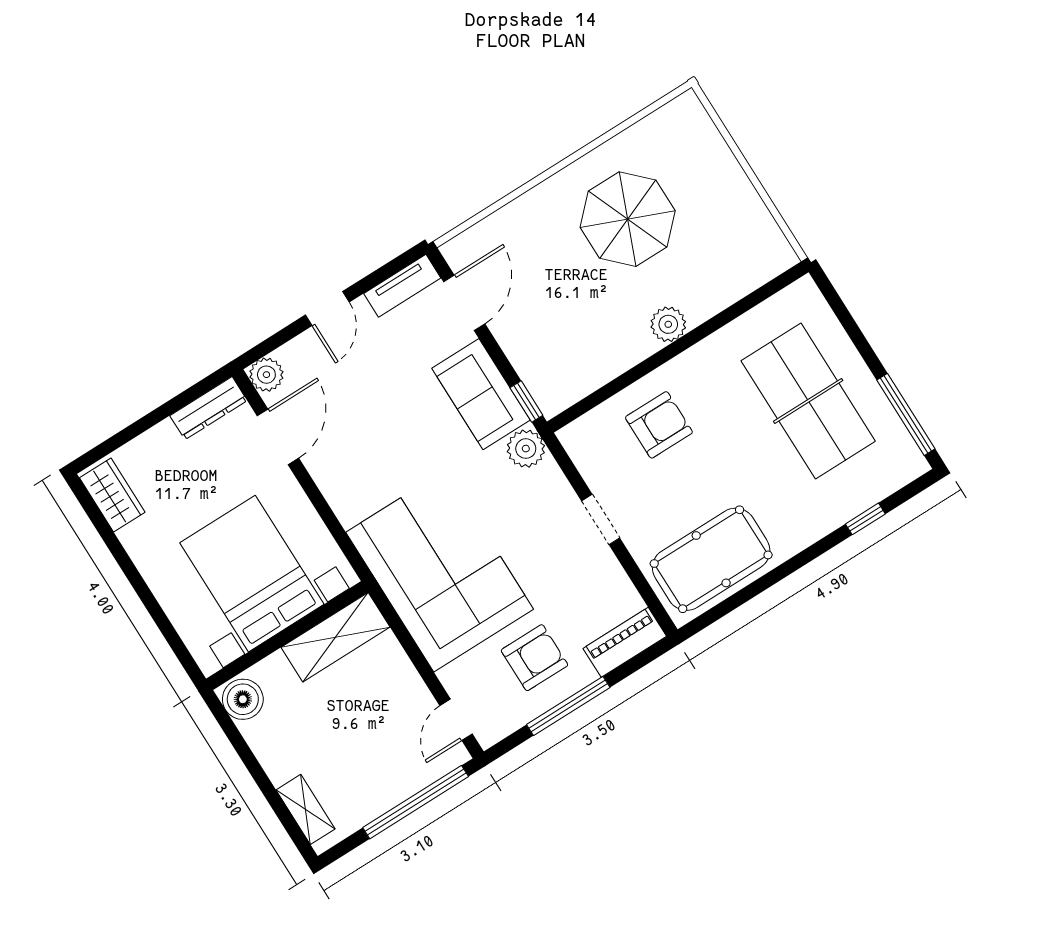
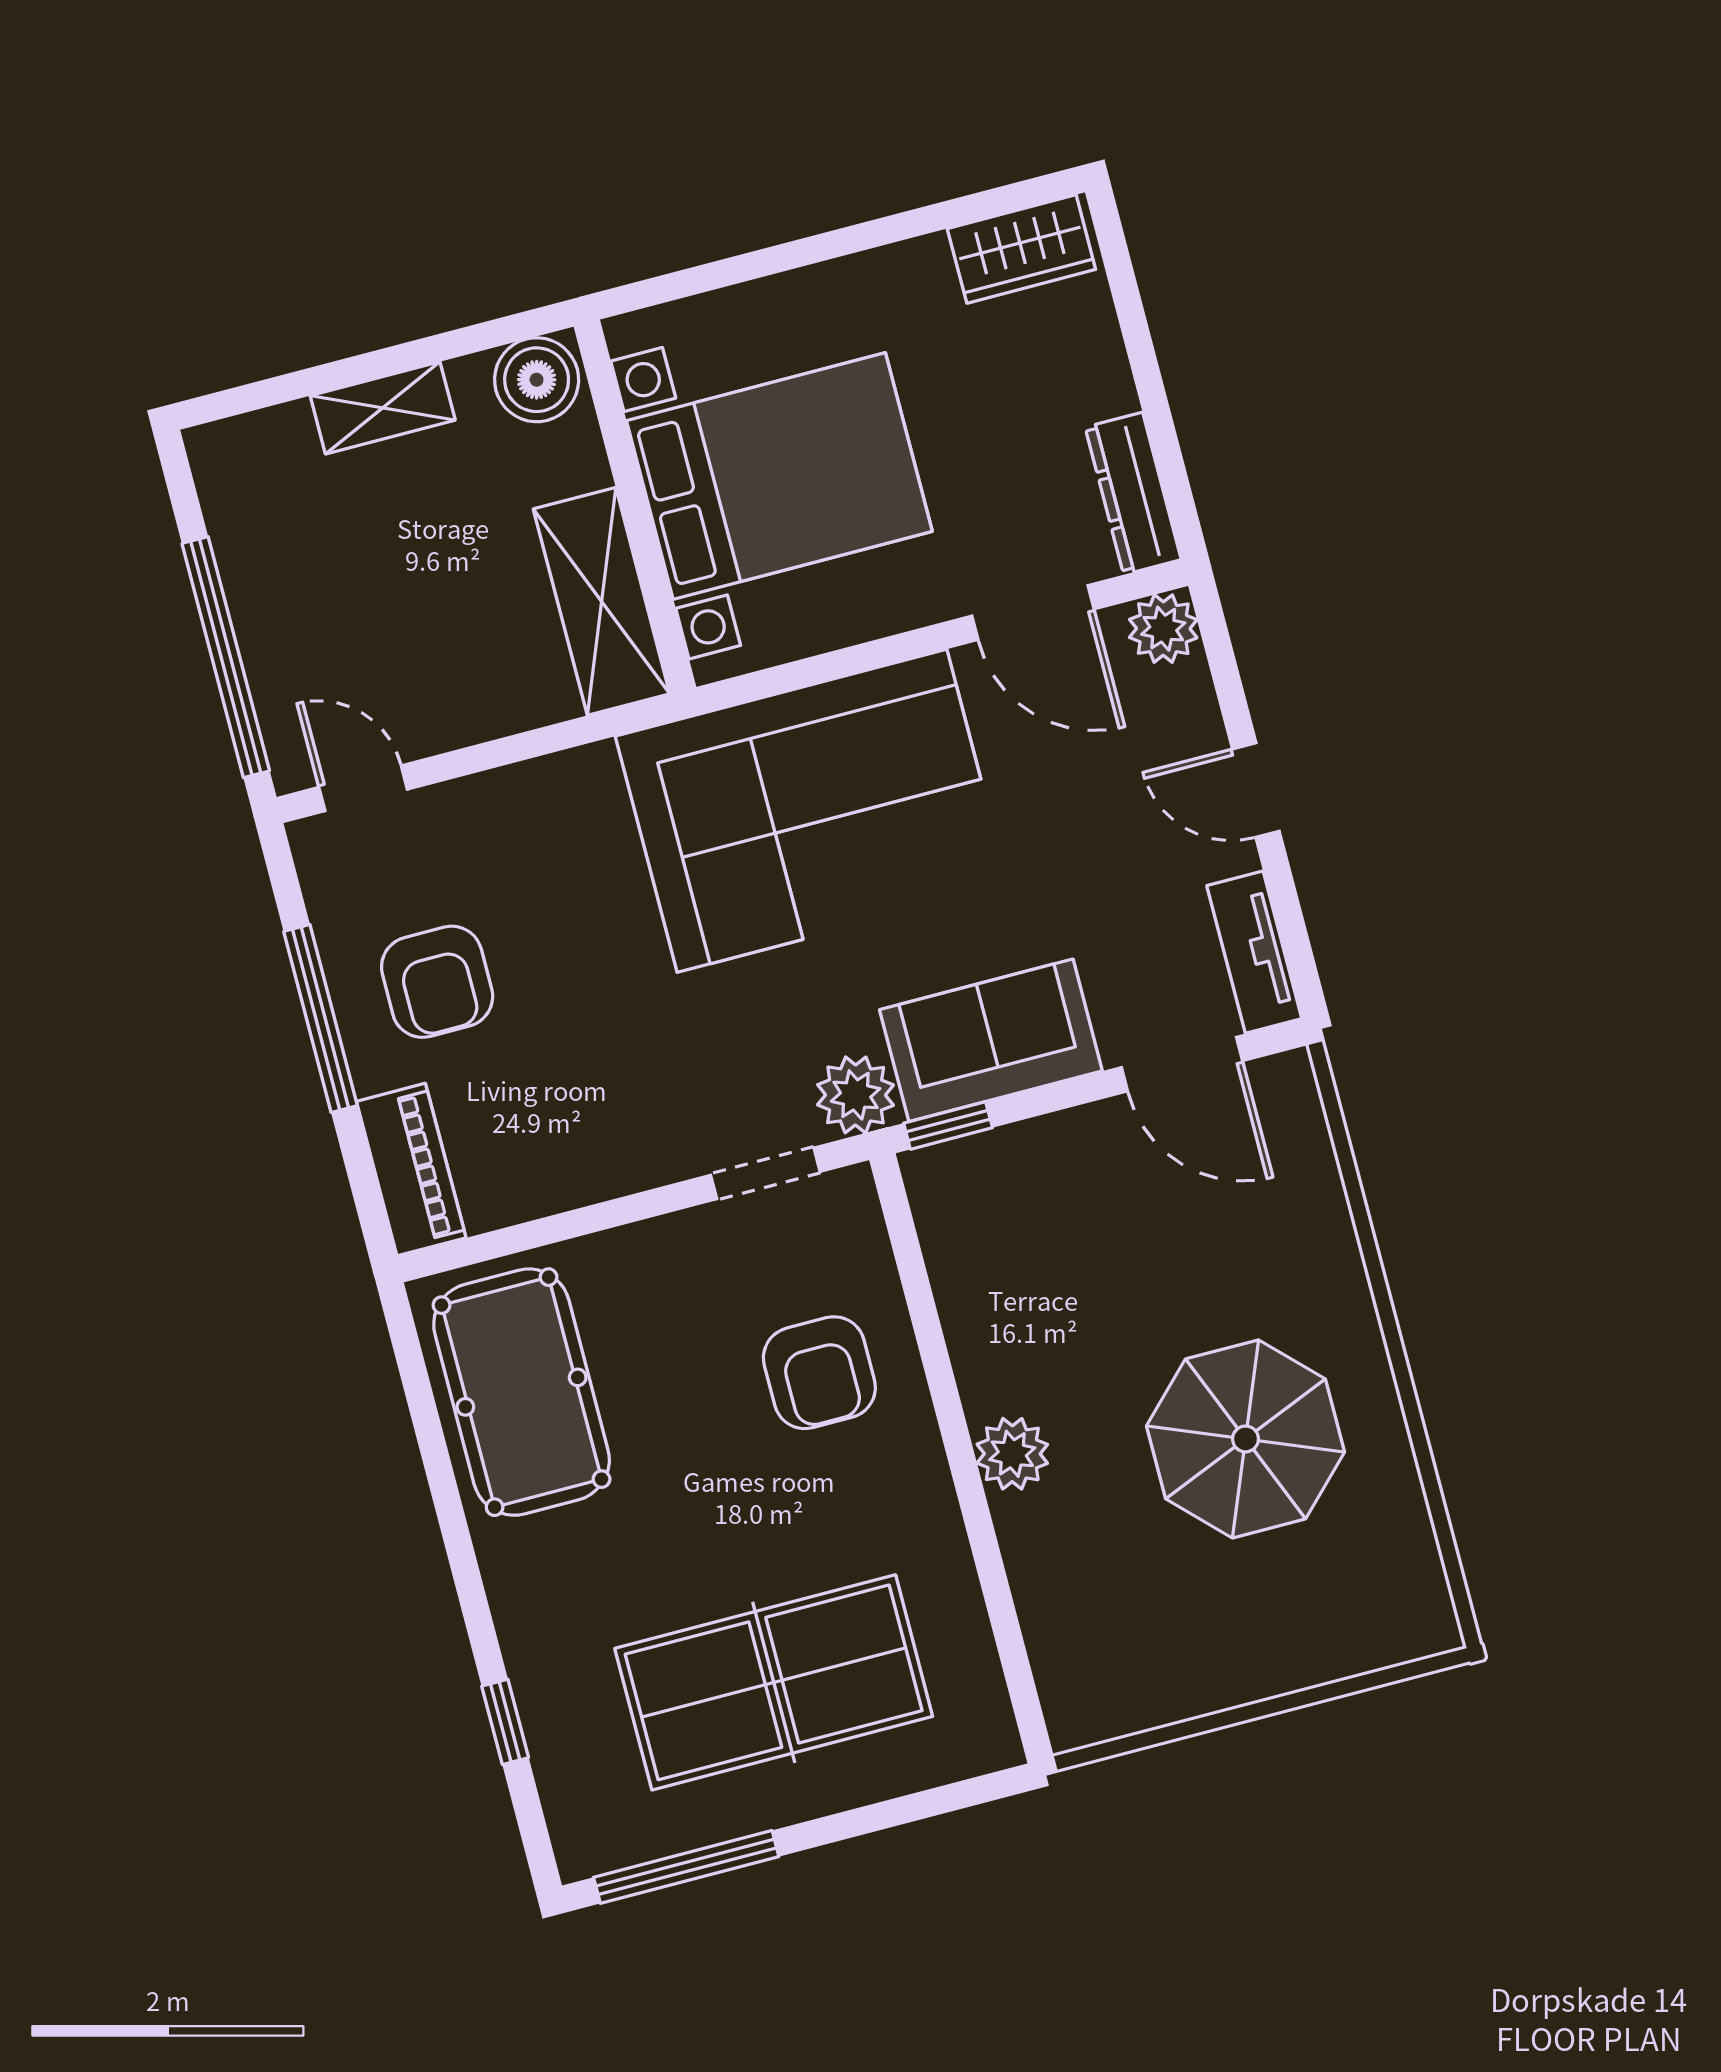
doorway: (601, 519) -> (765, 1173), moved
corner sofa: (440, 571) -> (812, 811), moved
shelving: (305, 809) -> (383, 408), moved

